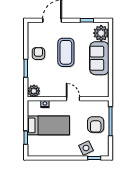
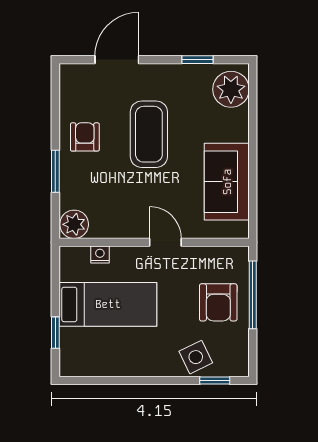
sofa: (99, 58) -> (227, 182), moved

